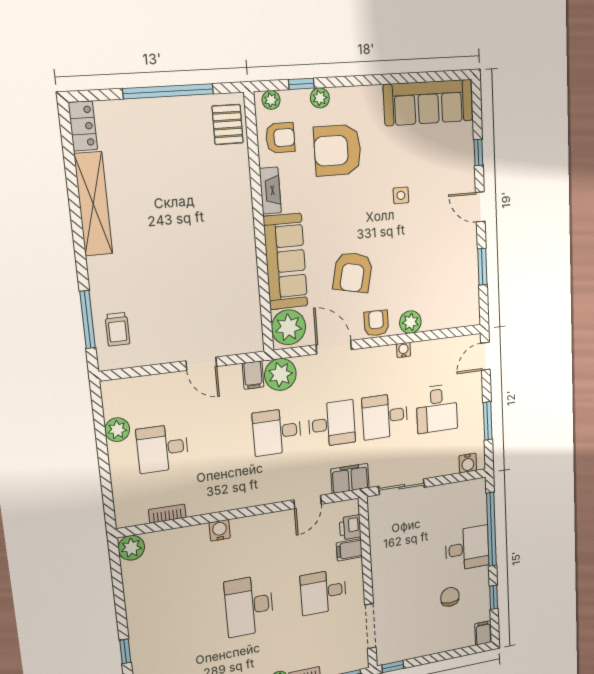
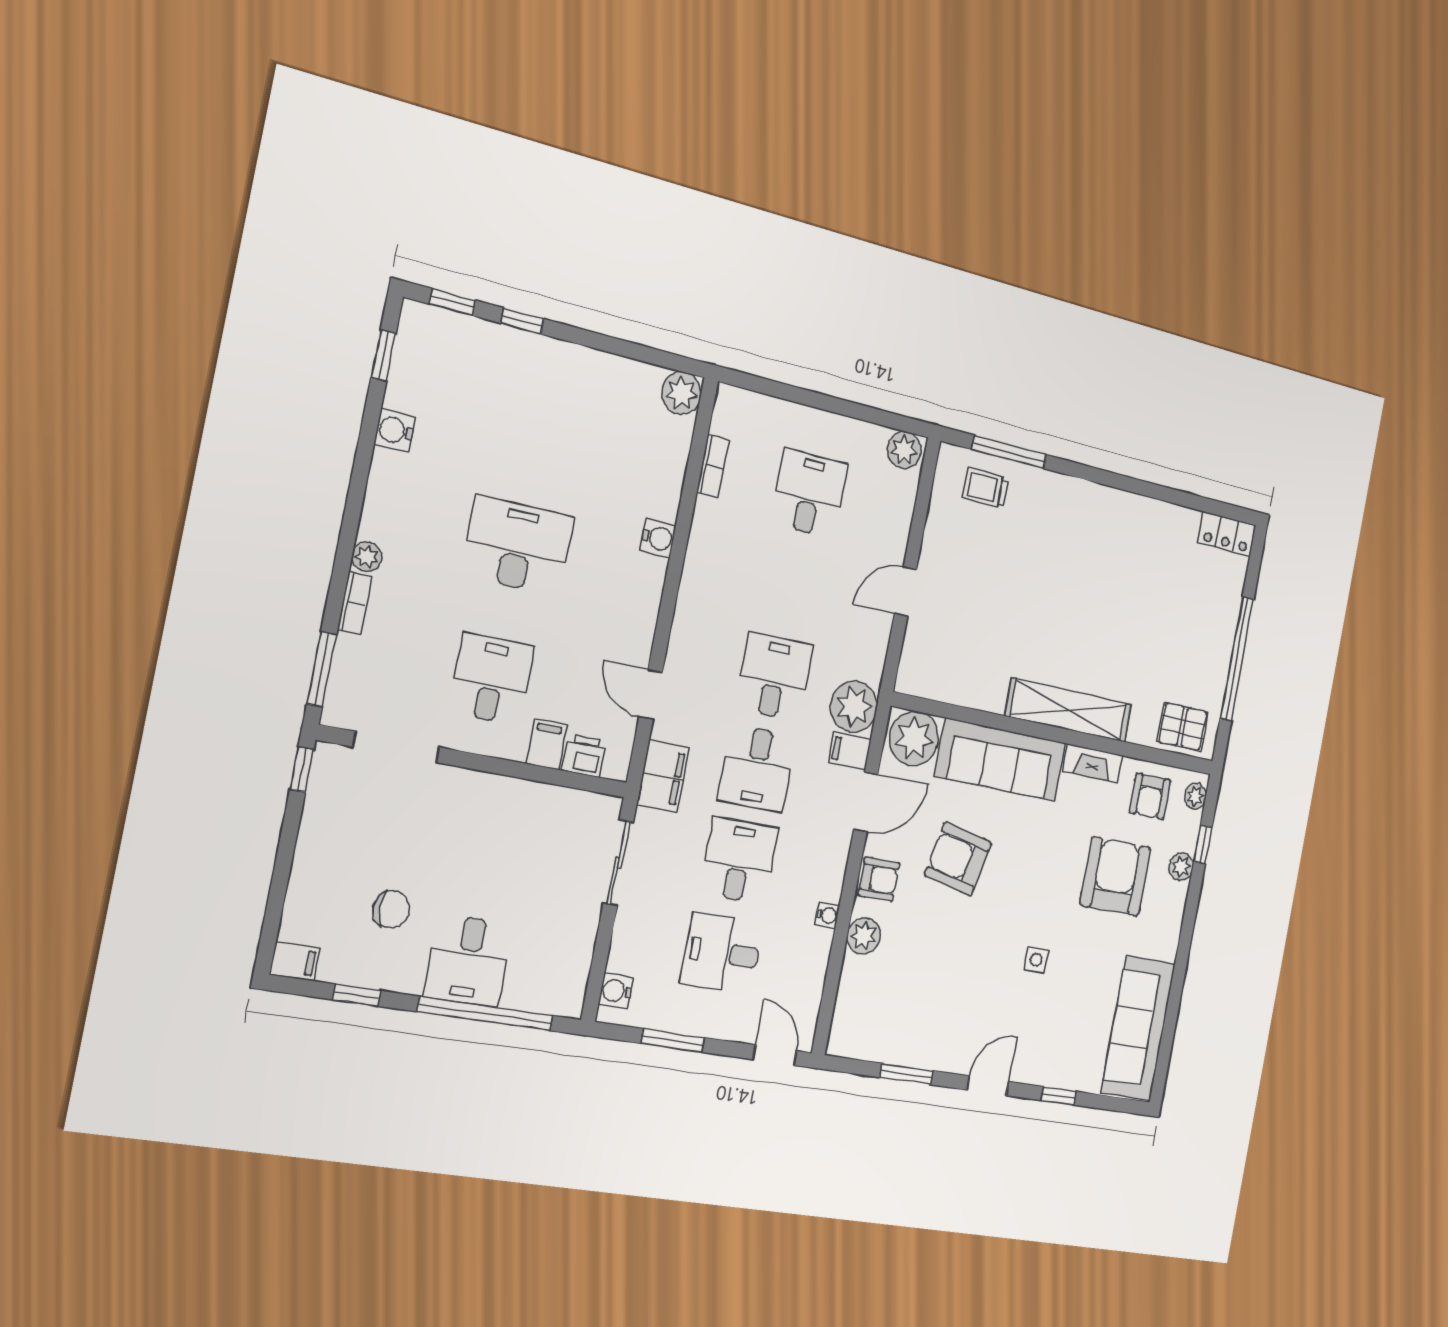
shelving: (93, 204) -> (1069, 710), moved
filing cabinet: (253, 375) -> (850, 751), moved
plant: (117, 430) -> (904, 450), moved

